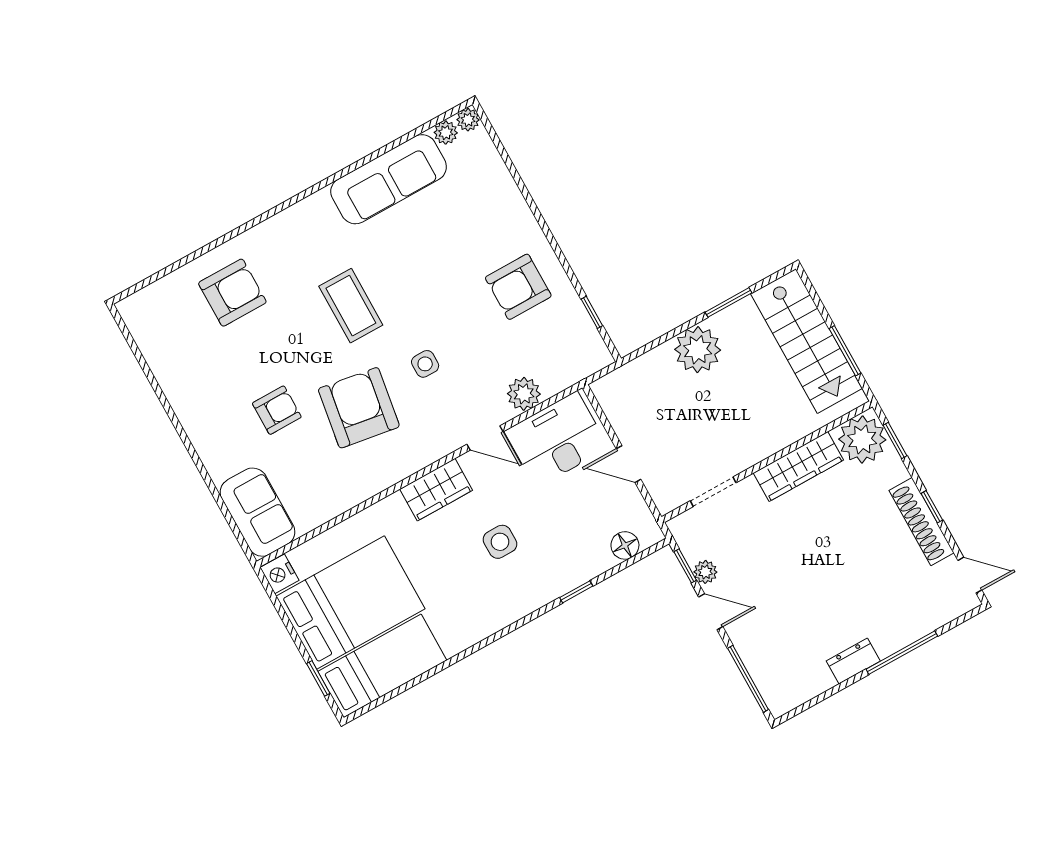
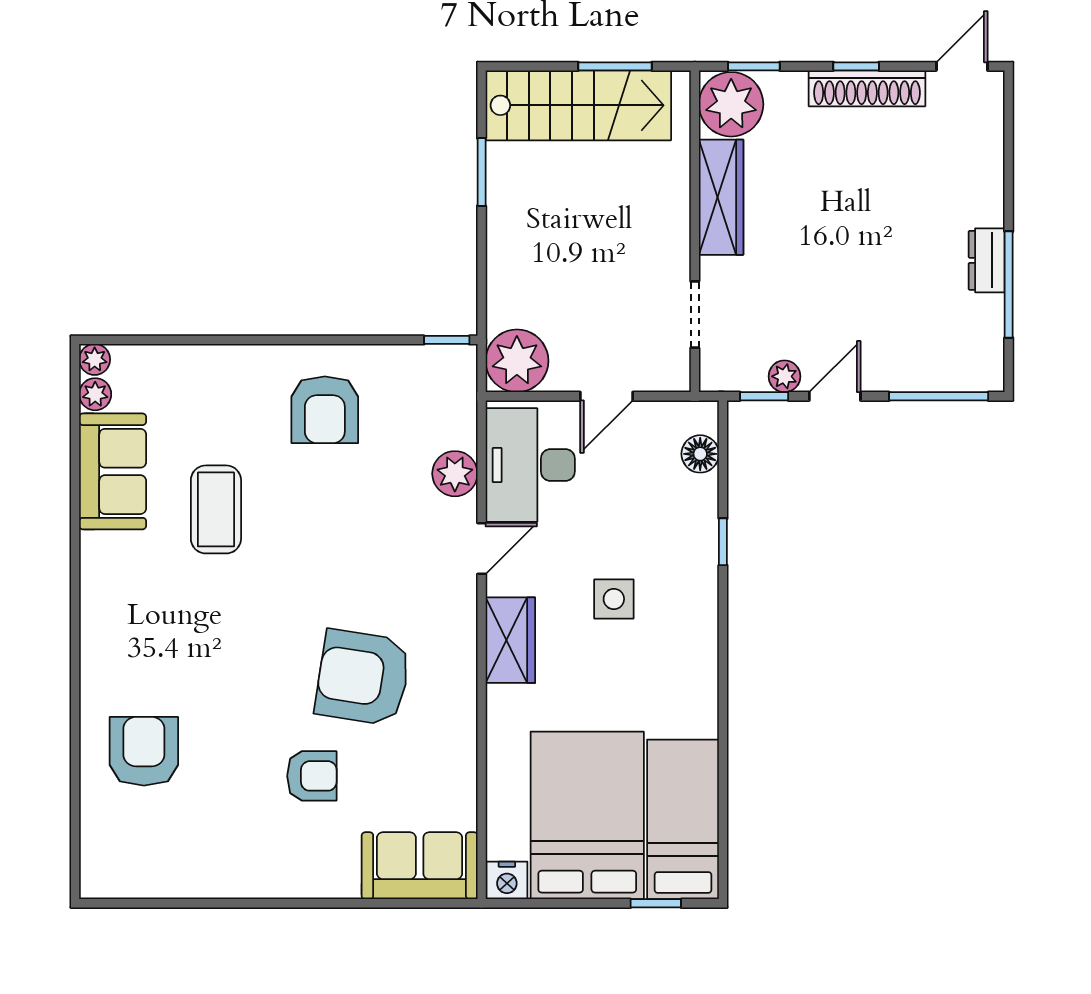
sofa: (389, 179) -> (113, 471), width x0.73
coffee table: (351, 306) -> (216, 509), moved, turned 90
window: (592, 312) -> (447, 340), moved
plant: (698, 350) -> (517, 361), moved
side table: (425, 364) -> (355, 571), removed
armchair: (277, 410) -> (312, 776), turned 90
window: (902, 653) -> (1009, 285), moved

